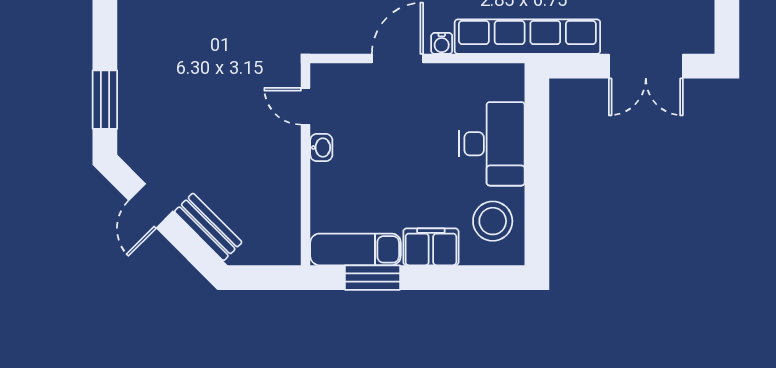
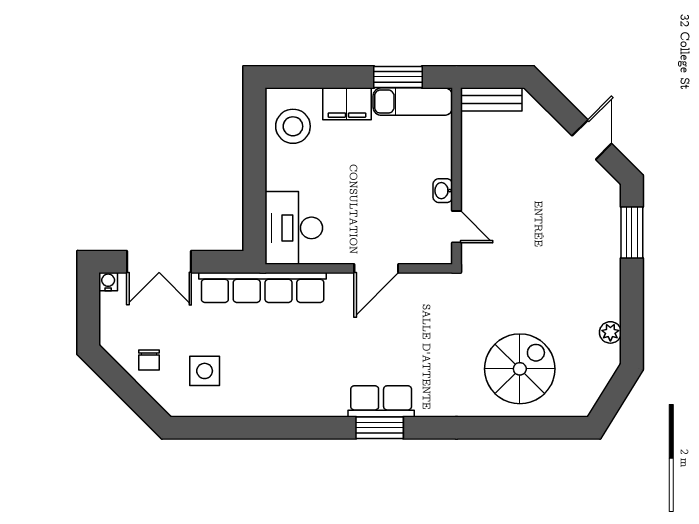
water cooler: (442, 43) -> (108, 282), moved
double door: (646, 66) -> (159, 262), swing flipped
desk: (492, 144) -> (294, 228), moved
bench: (208, 227) -> (491, 99), moved, turned -45

